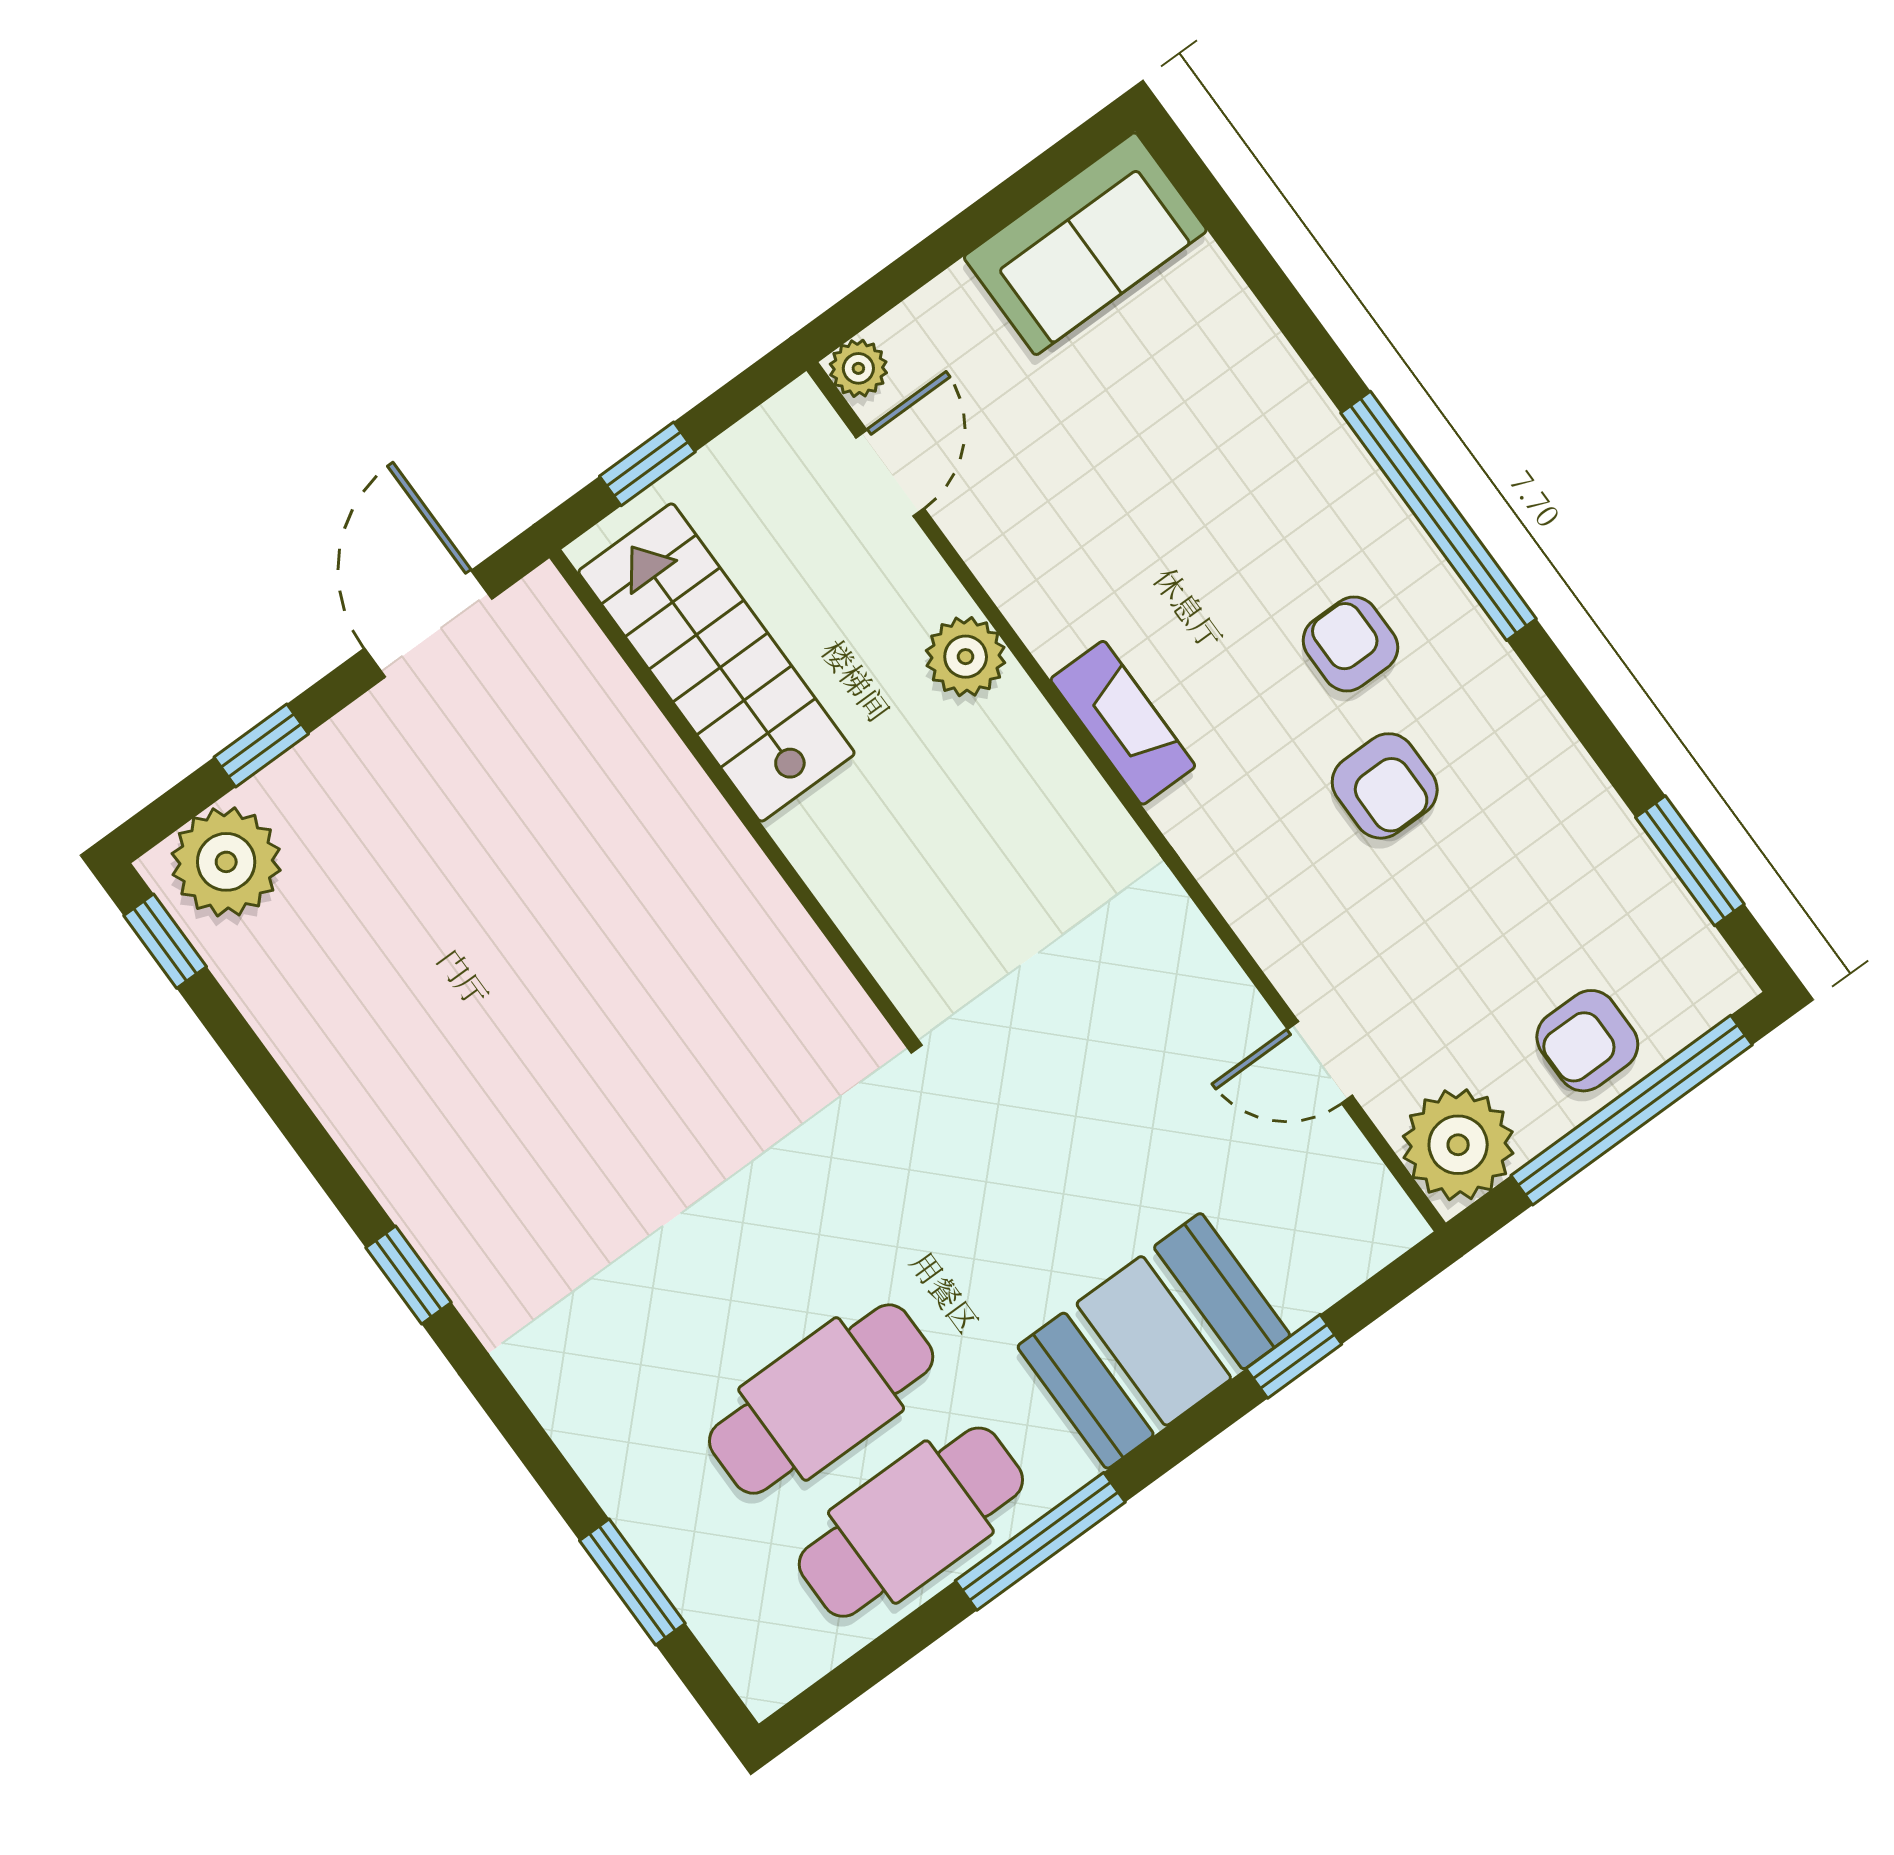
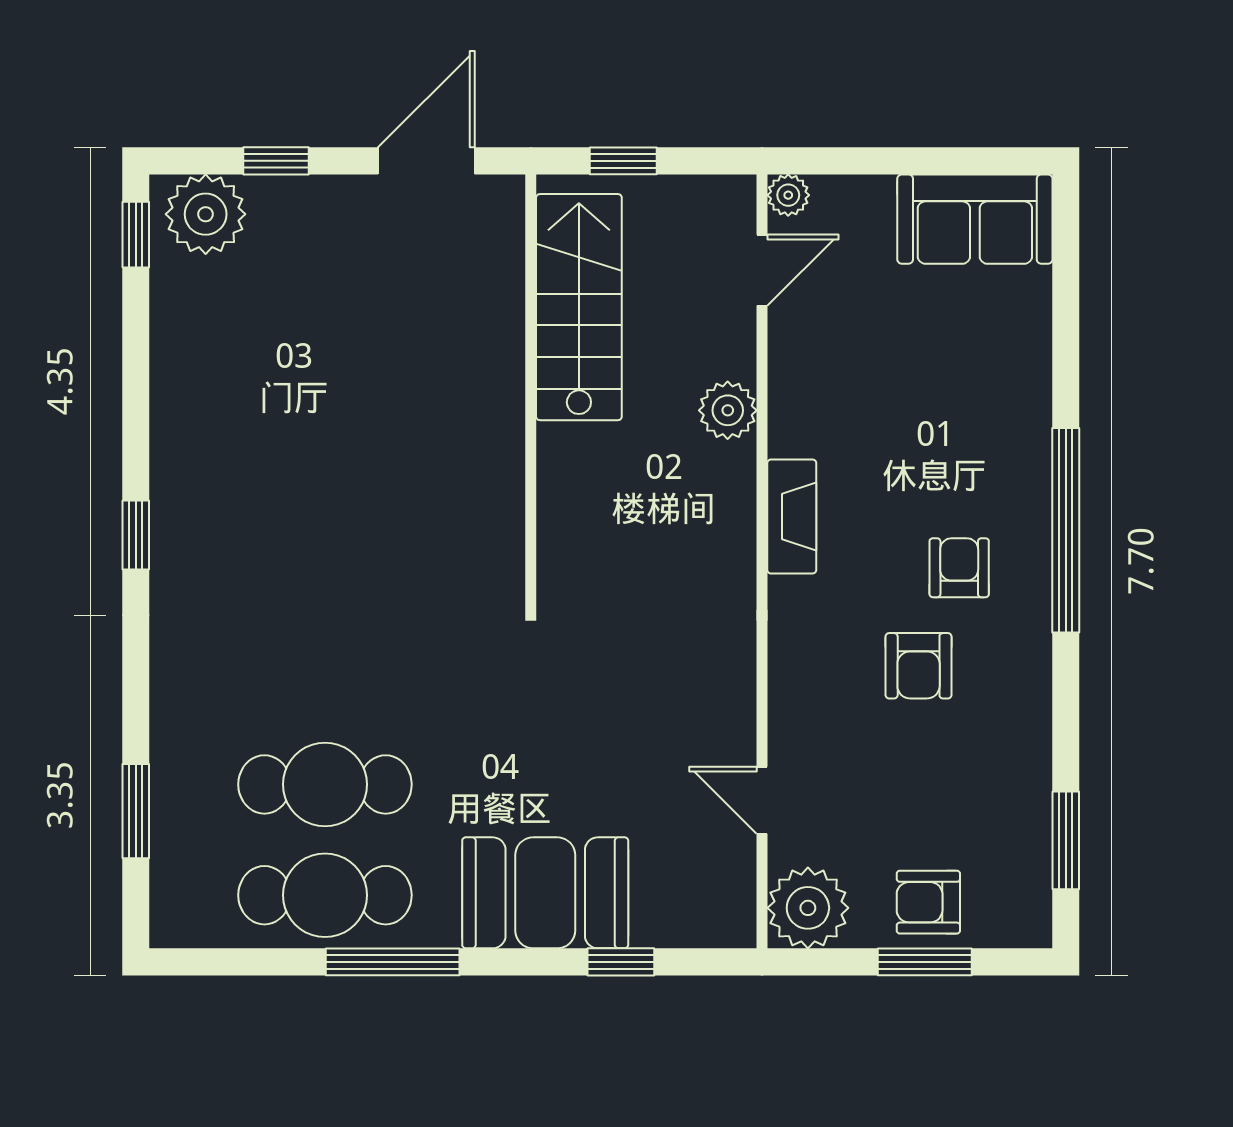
window: (1632, 1110) -> (925, 962), width x0.47

